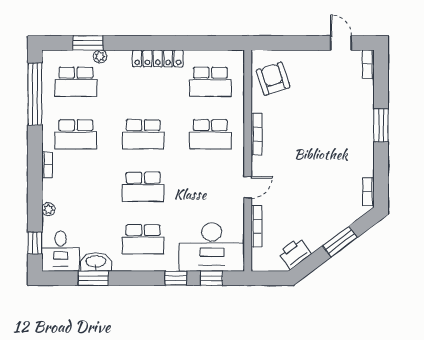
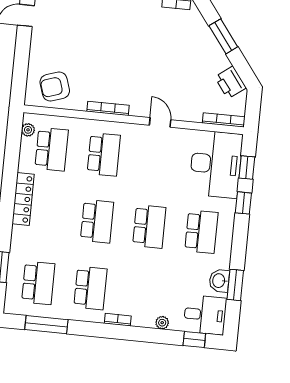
plant: (100, 56) -> (28, 130), moved
window: (35, 94) -> (46, 325), width x0.68
bookcase: (257, 226) -> (224, 120), moved
washbasin: (96, 262) -> (219, 281), width x0.72

